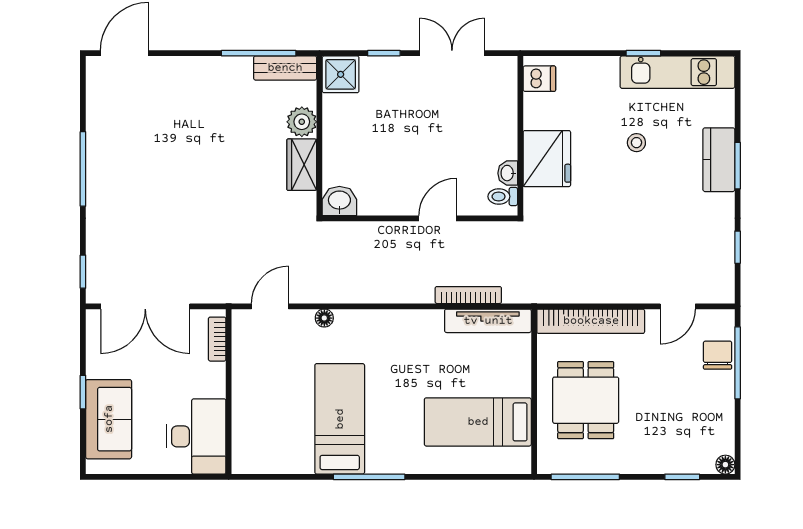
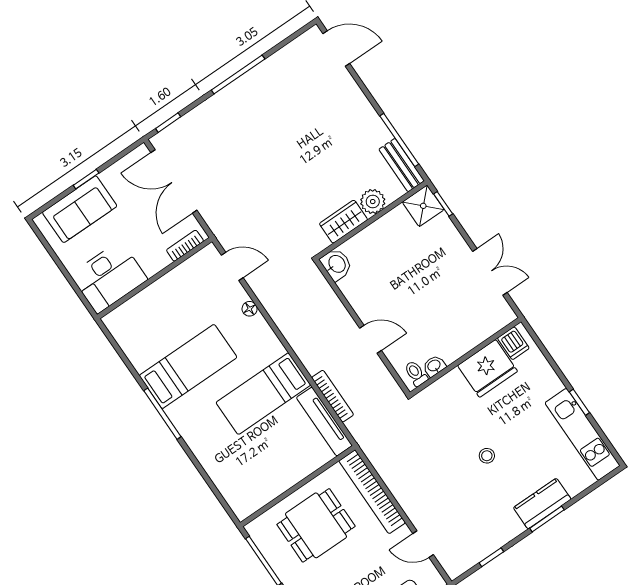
window: (384, 53) -> (443, 204), moved
stool: (636, 143) -> (487, 456), moved
fridge: (547, 159) -> (488, 368), moved
bed: (478, 422) -> (263, 394), moved, turned -90

